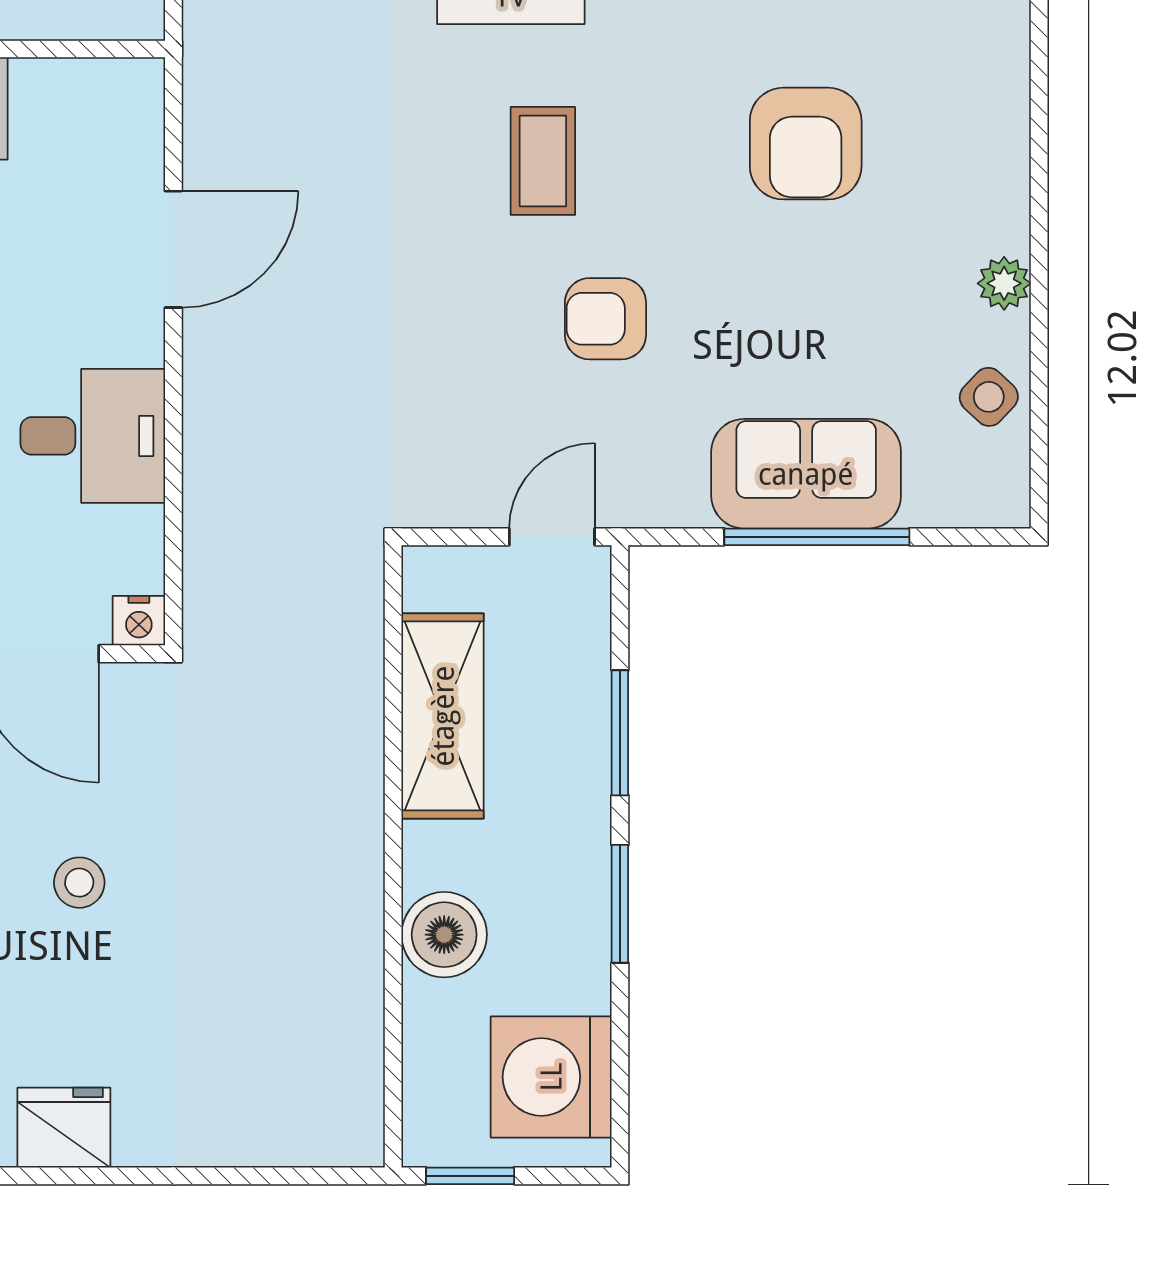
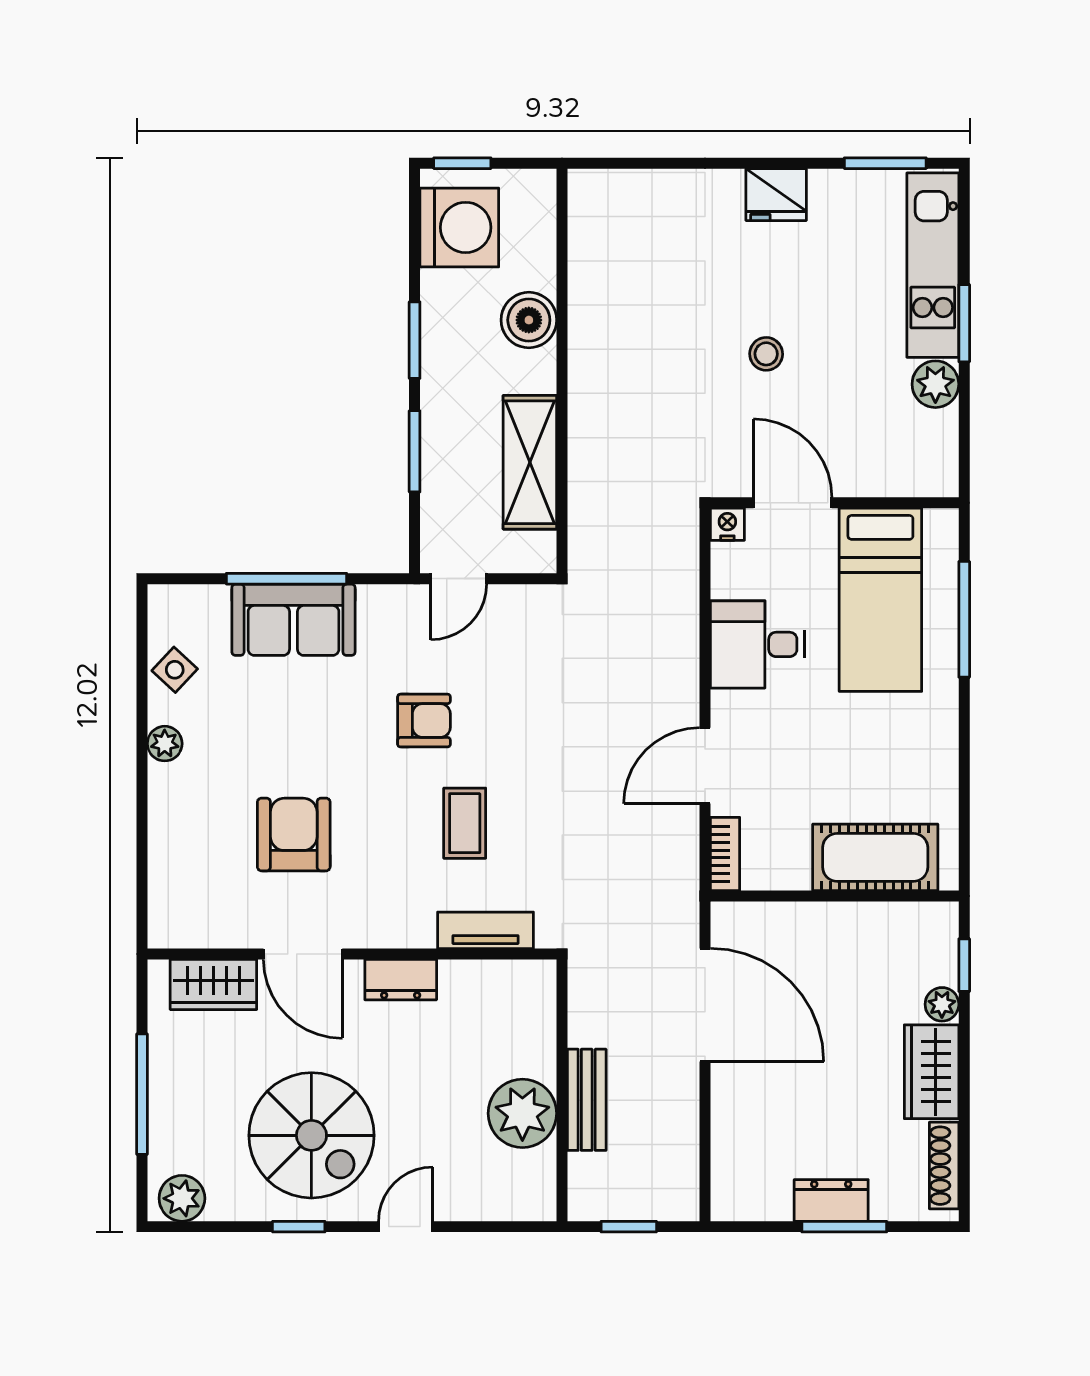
bookcase: (143, 114) -> (725, 854), added
window: (470, 1176) -> (462, 163), moved

